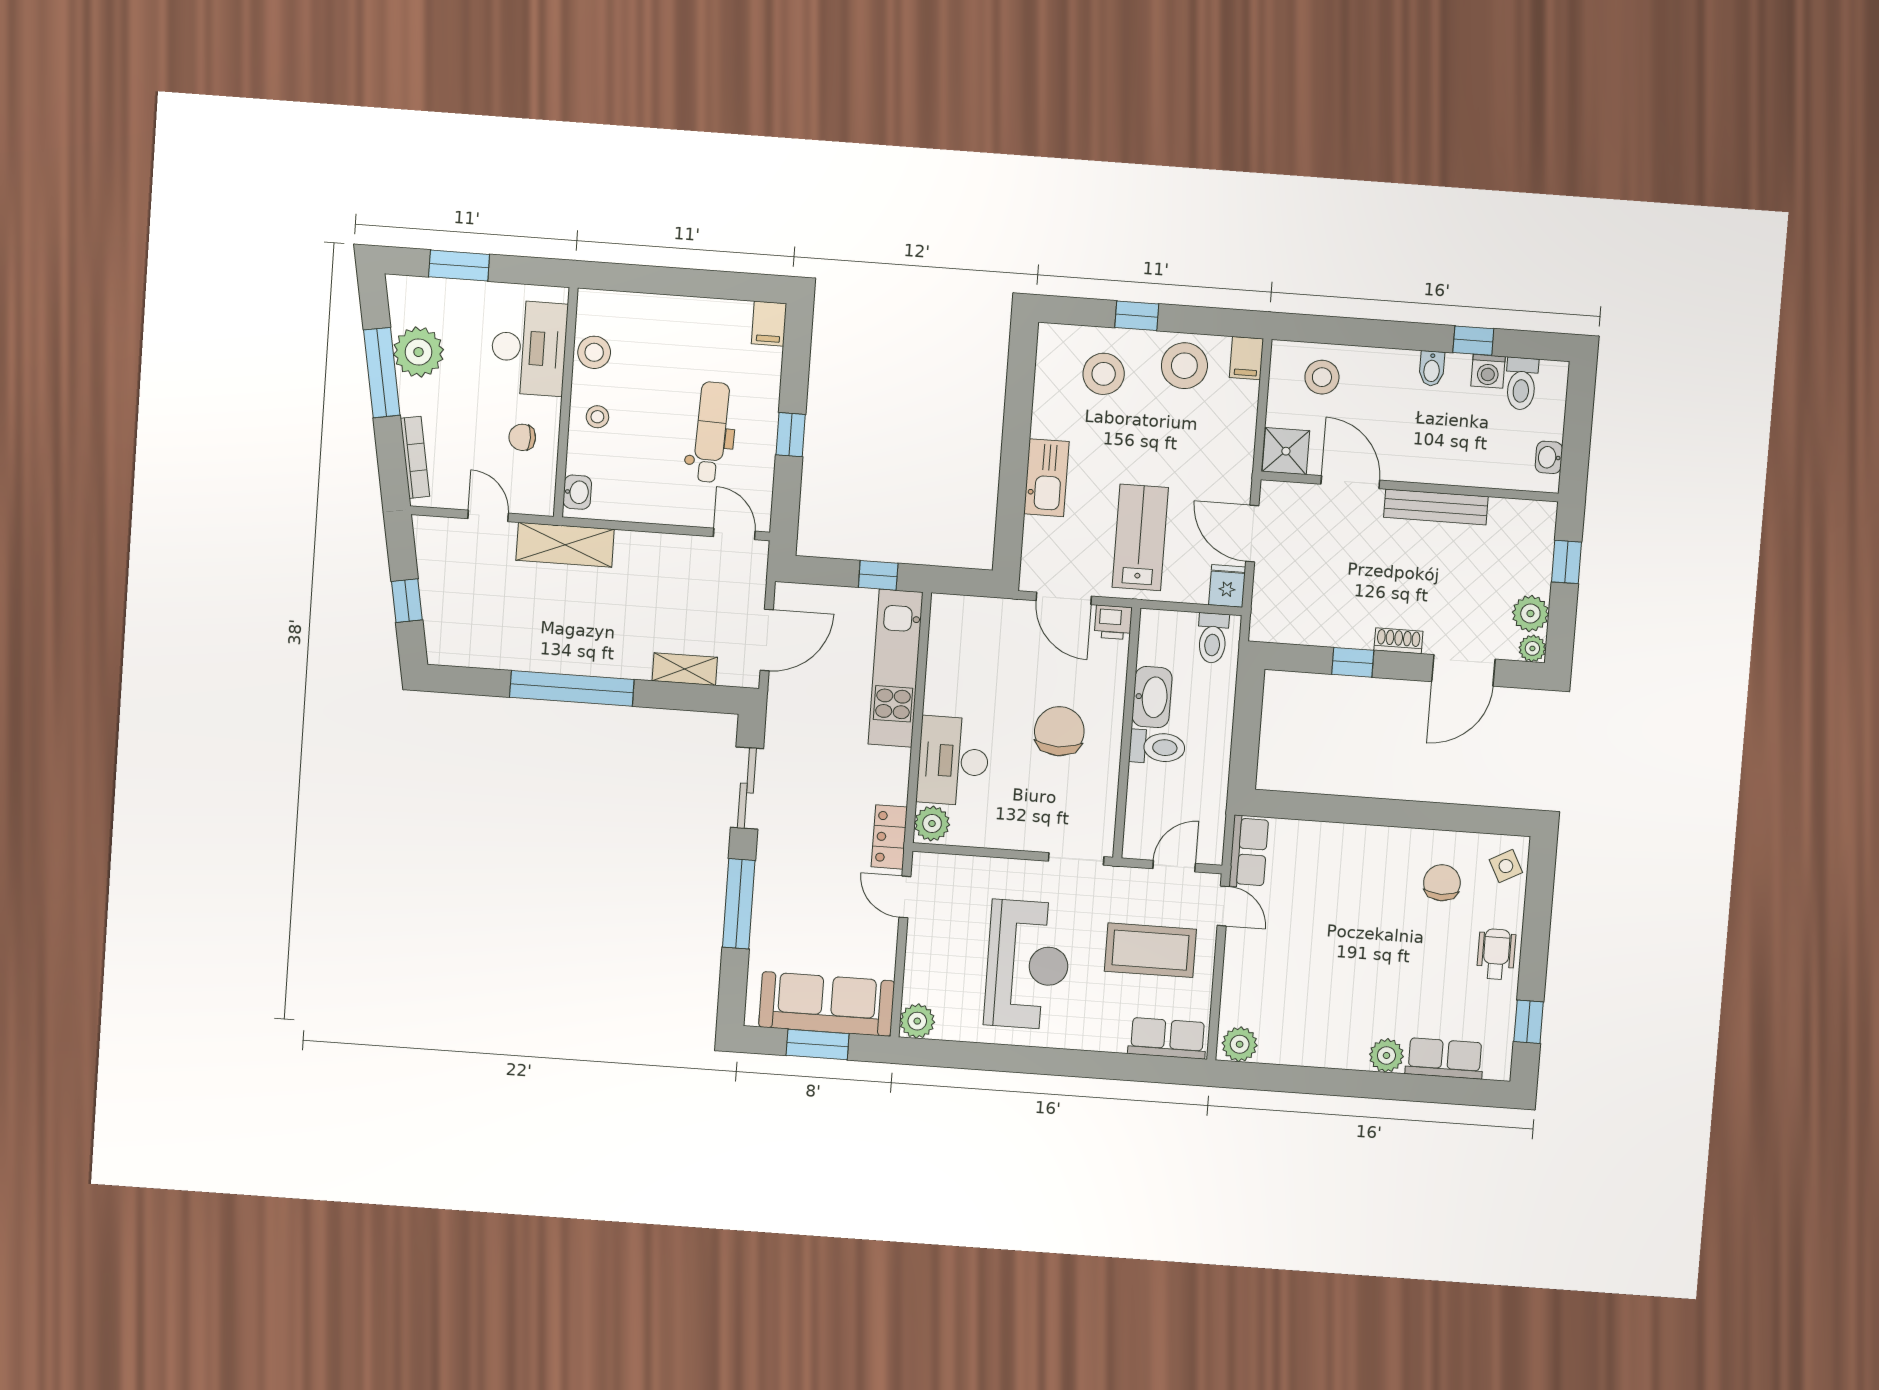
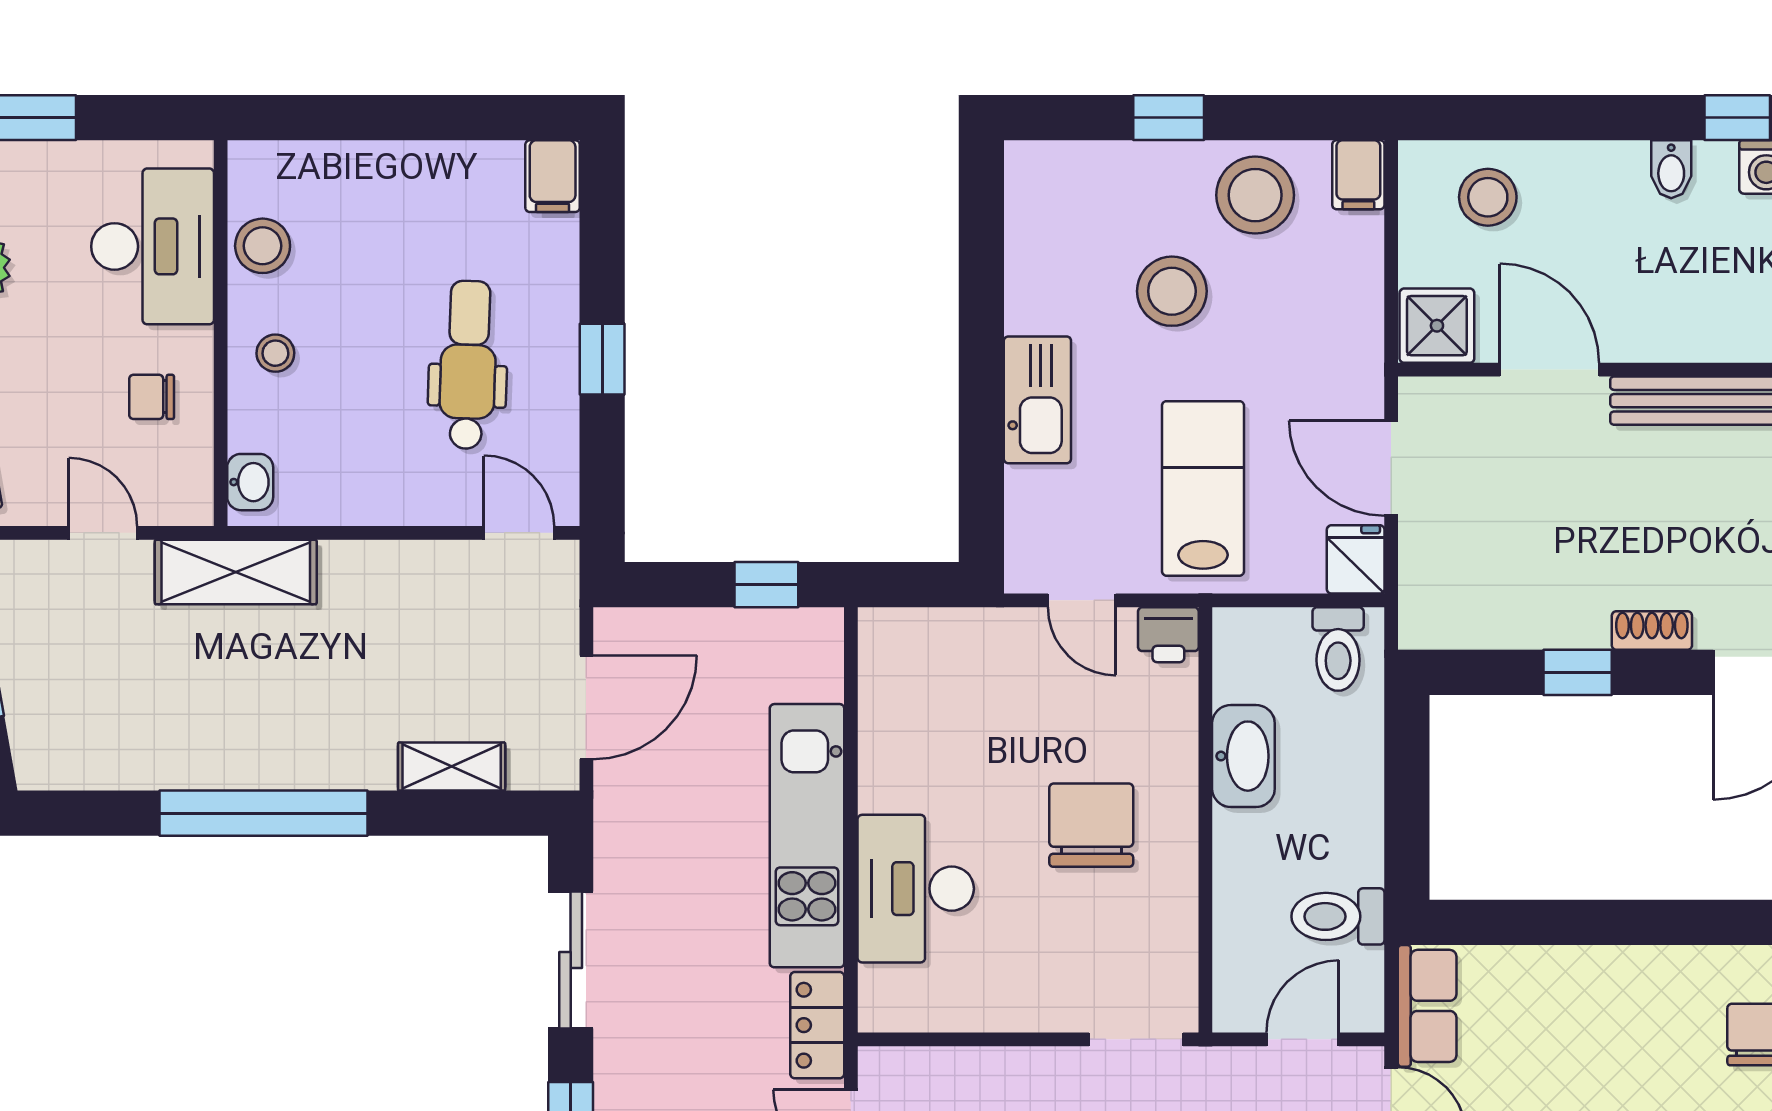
stool: (1104, 374) -> (1172, 291), moved
door: (1064, 598) -> (1082, 600), width x0.73
kitchen unit: (896, 668) -> (807, 836), moved
toilet: (1157, 747) -> (1338, 916), moved, turned 180
plant: (932, 824) -> (888, 997), removed

